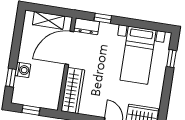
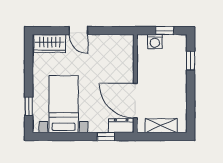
door: (69, 48) -> (135, 101), swing flipped
washing machine: (23, 70) -> (155, 42), moved, turned -90
wardrobe: (73, 90) -> (125, 58), removed

